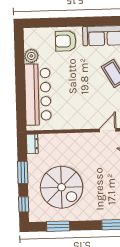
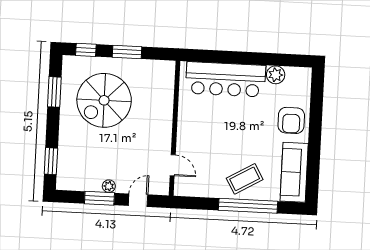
armchair: (66, 41) -> (291, 120), turned 180
dresser: (32, 144) -> (163, 67), removed

